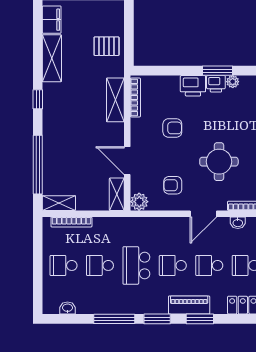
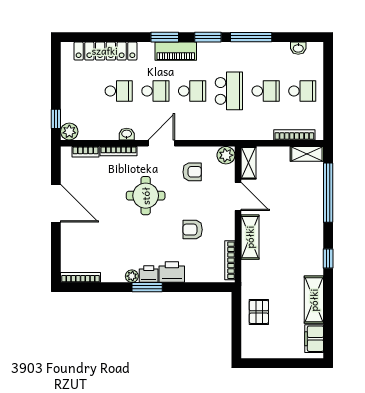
pallet: (107, 46) -> (259, 312), turned 90
shelving: (115, 100) -> (250, 237), moved

